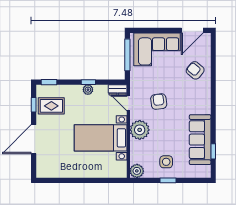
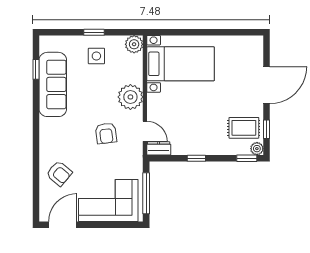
plant: (88, 90) -> (257, 149), moved
bed with nightstands: (101, 138) -> (180, 64), moved

